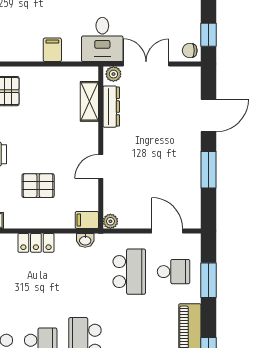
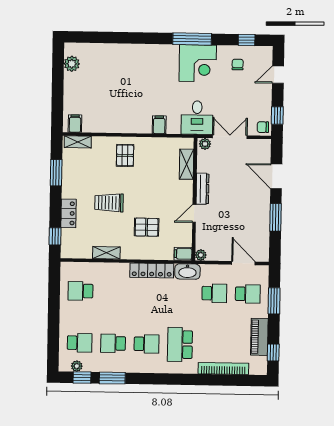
dresser: (111, 107) -> (202, 189), moved
door: (208, 115) -> (276, 176), swing flipped
washbasin: (85, 240) -> (187, 272), width x1.91, depth x1.45
locker: (36, 243) -> (152, 270), width x1.53
school desk: (129, 272) -> (214, 293), width x0.54

